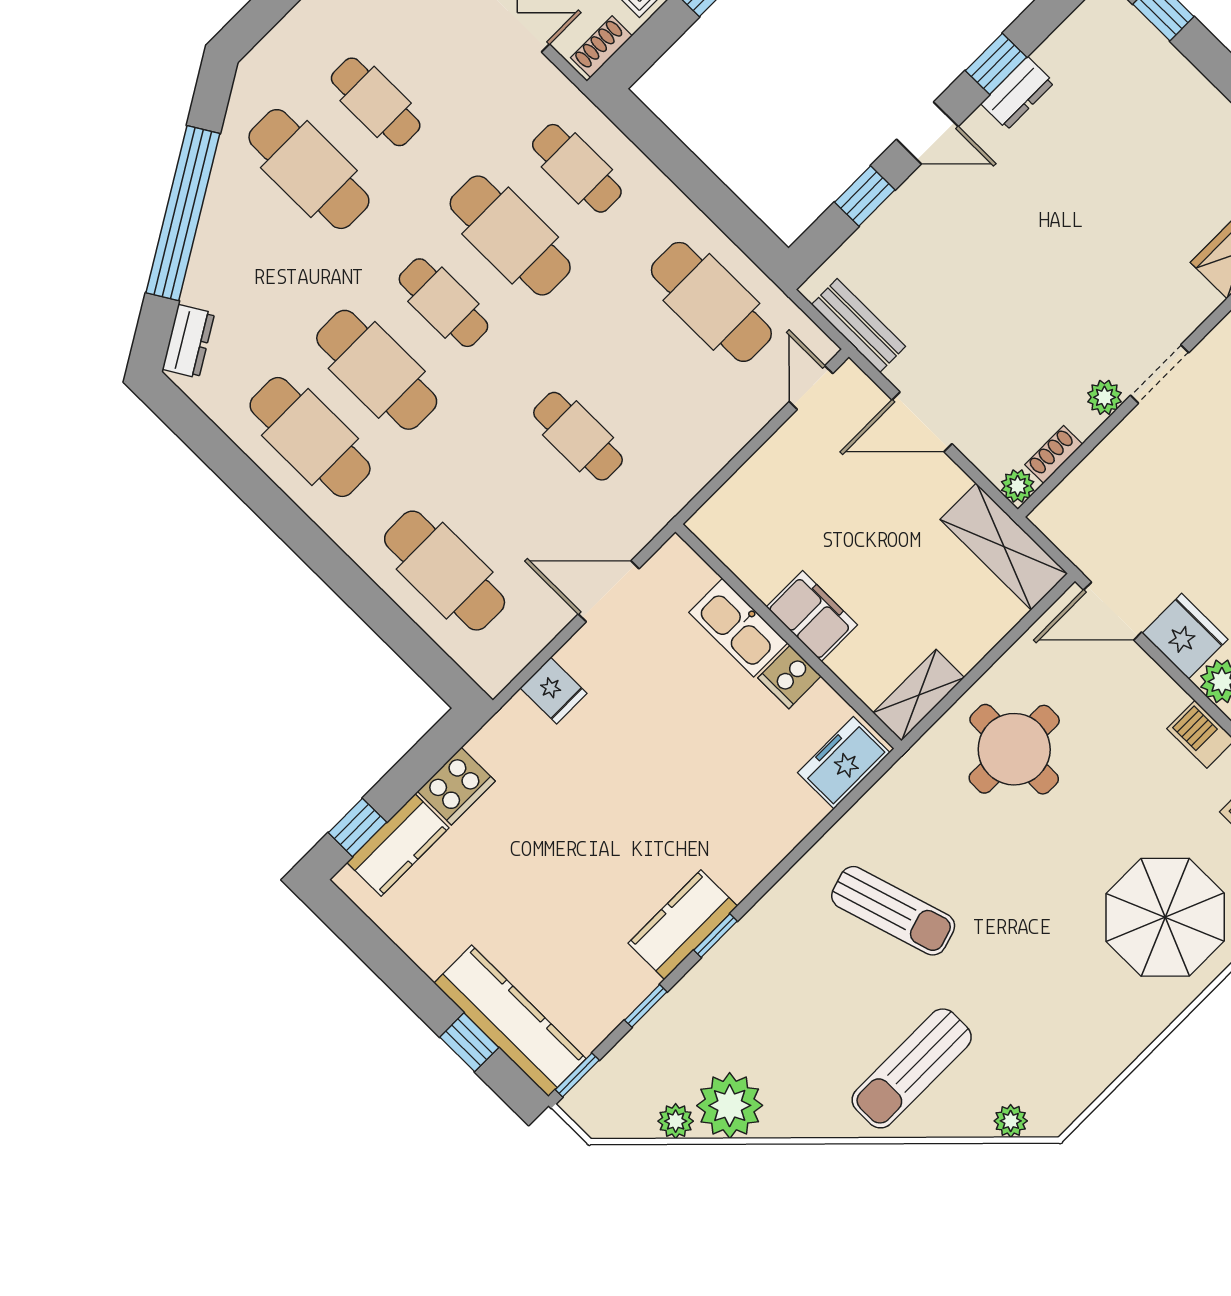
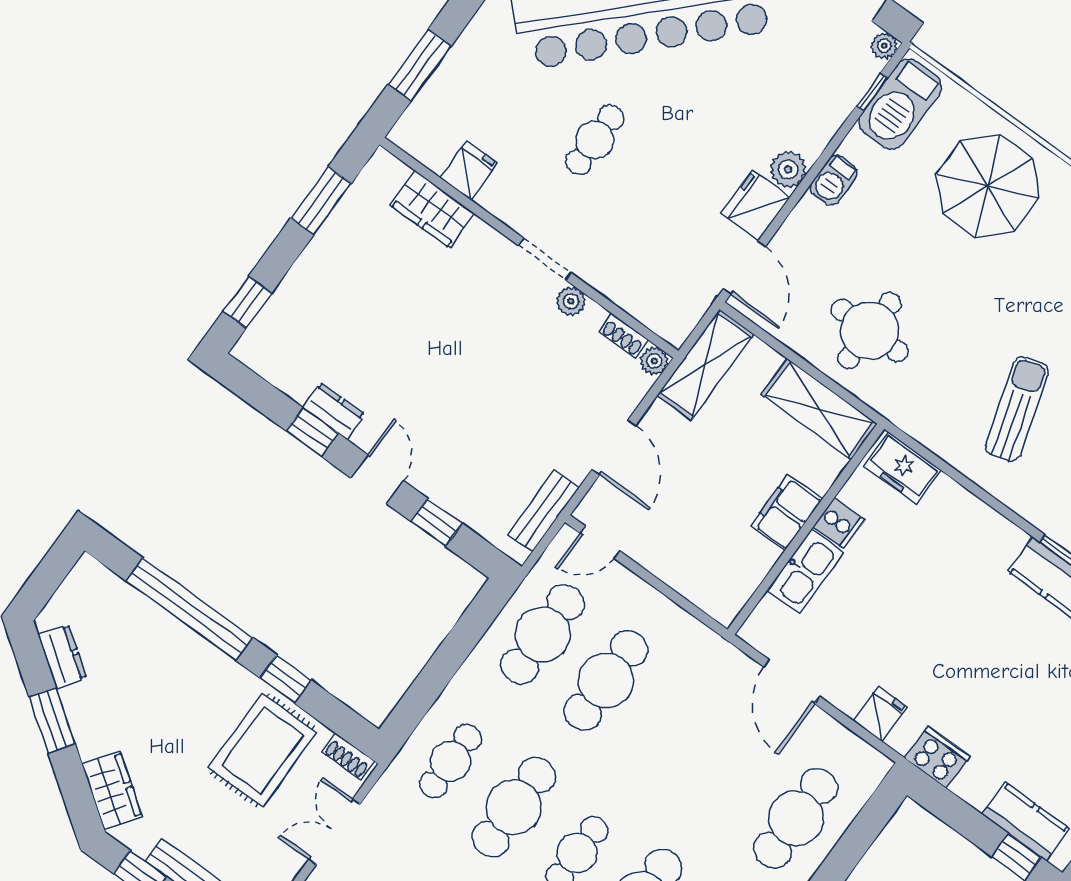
cafe table: (578, 436) -> (606, 680), moved, width x1.37, depth x1.35
shelving: (919, 695) -> (819, 409), width x1.50, depth x1.33
cooker: (456, 786) -> (937, 757), moved

